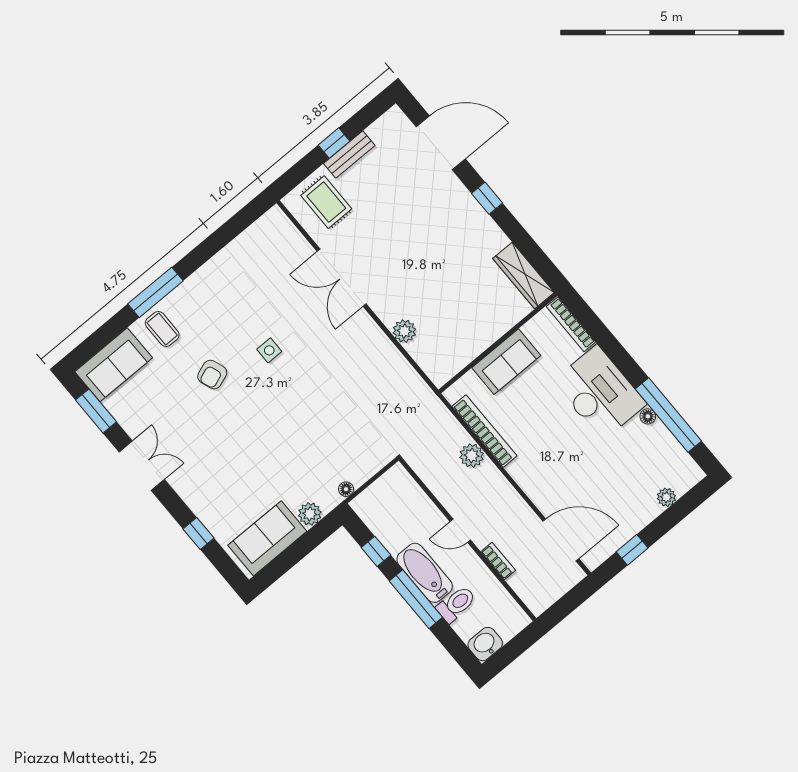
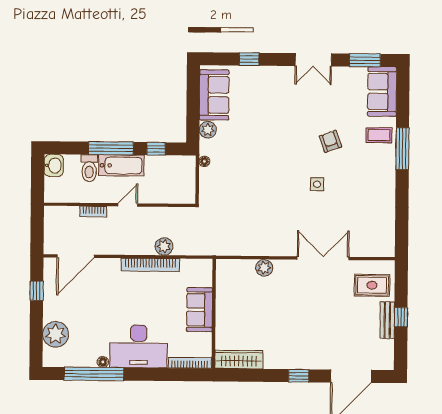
bookcase: (485, 431) -> (150, 265), moved
plant: (666, 497) -> (56, 334), width x1.87, depth x1.87

